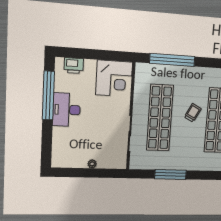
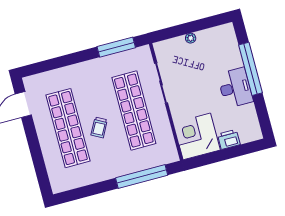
printer: (74, 66) -> (229, 139), moved
window: (48, 96) -> (250, 69), moved
window: (170, 174) -> (116, 47), moved

